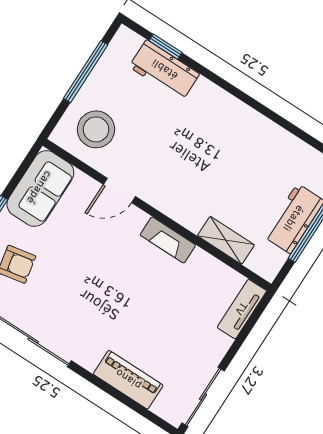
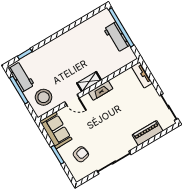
workbench: (164, 70) -> (21, 77), moved, turned -90
door: (119, 190) -> (72, 100), hinge flipped
shelving: (226, 240) -> (89, 82), moved

